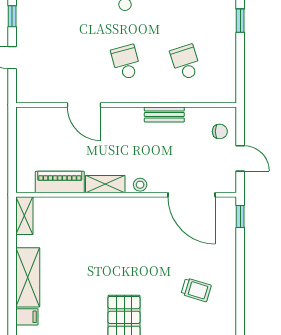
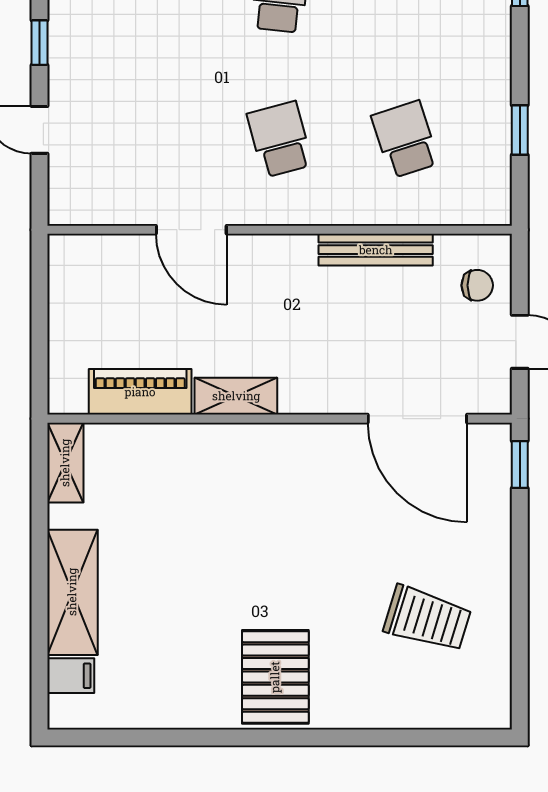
window: (240, 21) -> (520, 130), moved
bench: (164, 115) -> (376, 250), width x1.36
stool: (140, 185) -> (309, 397), removed
trolley: (196, 290) -> (427, 619), width x1.36, depth x1.39

